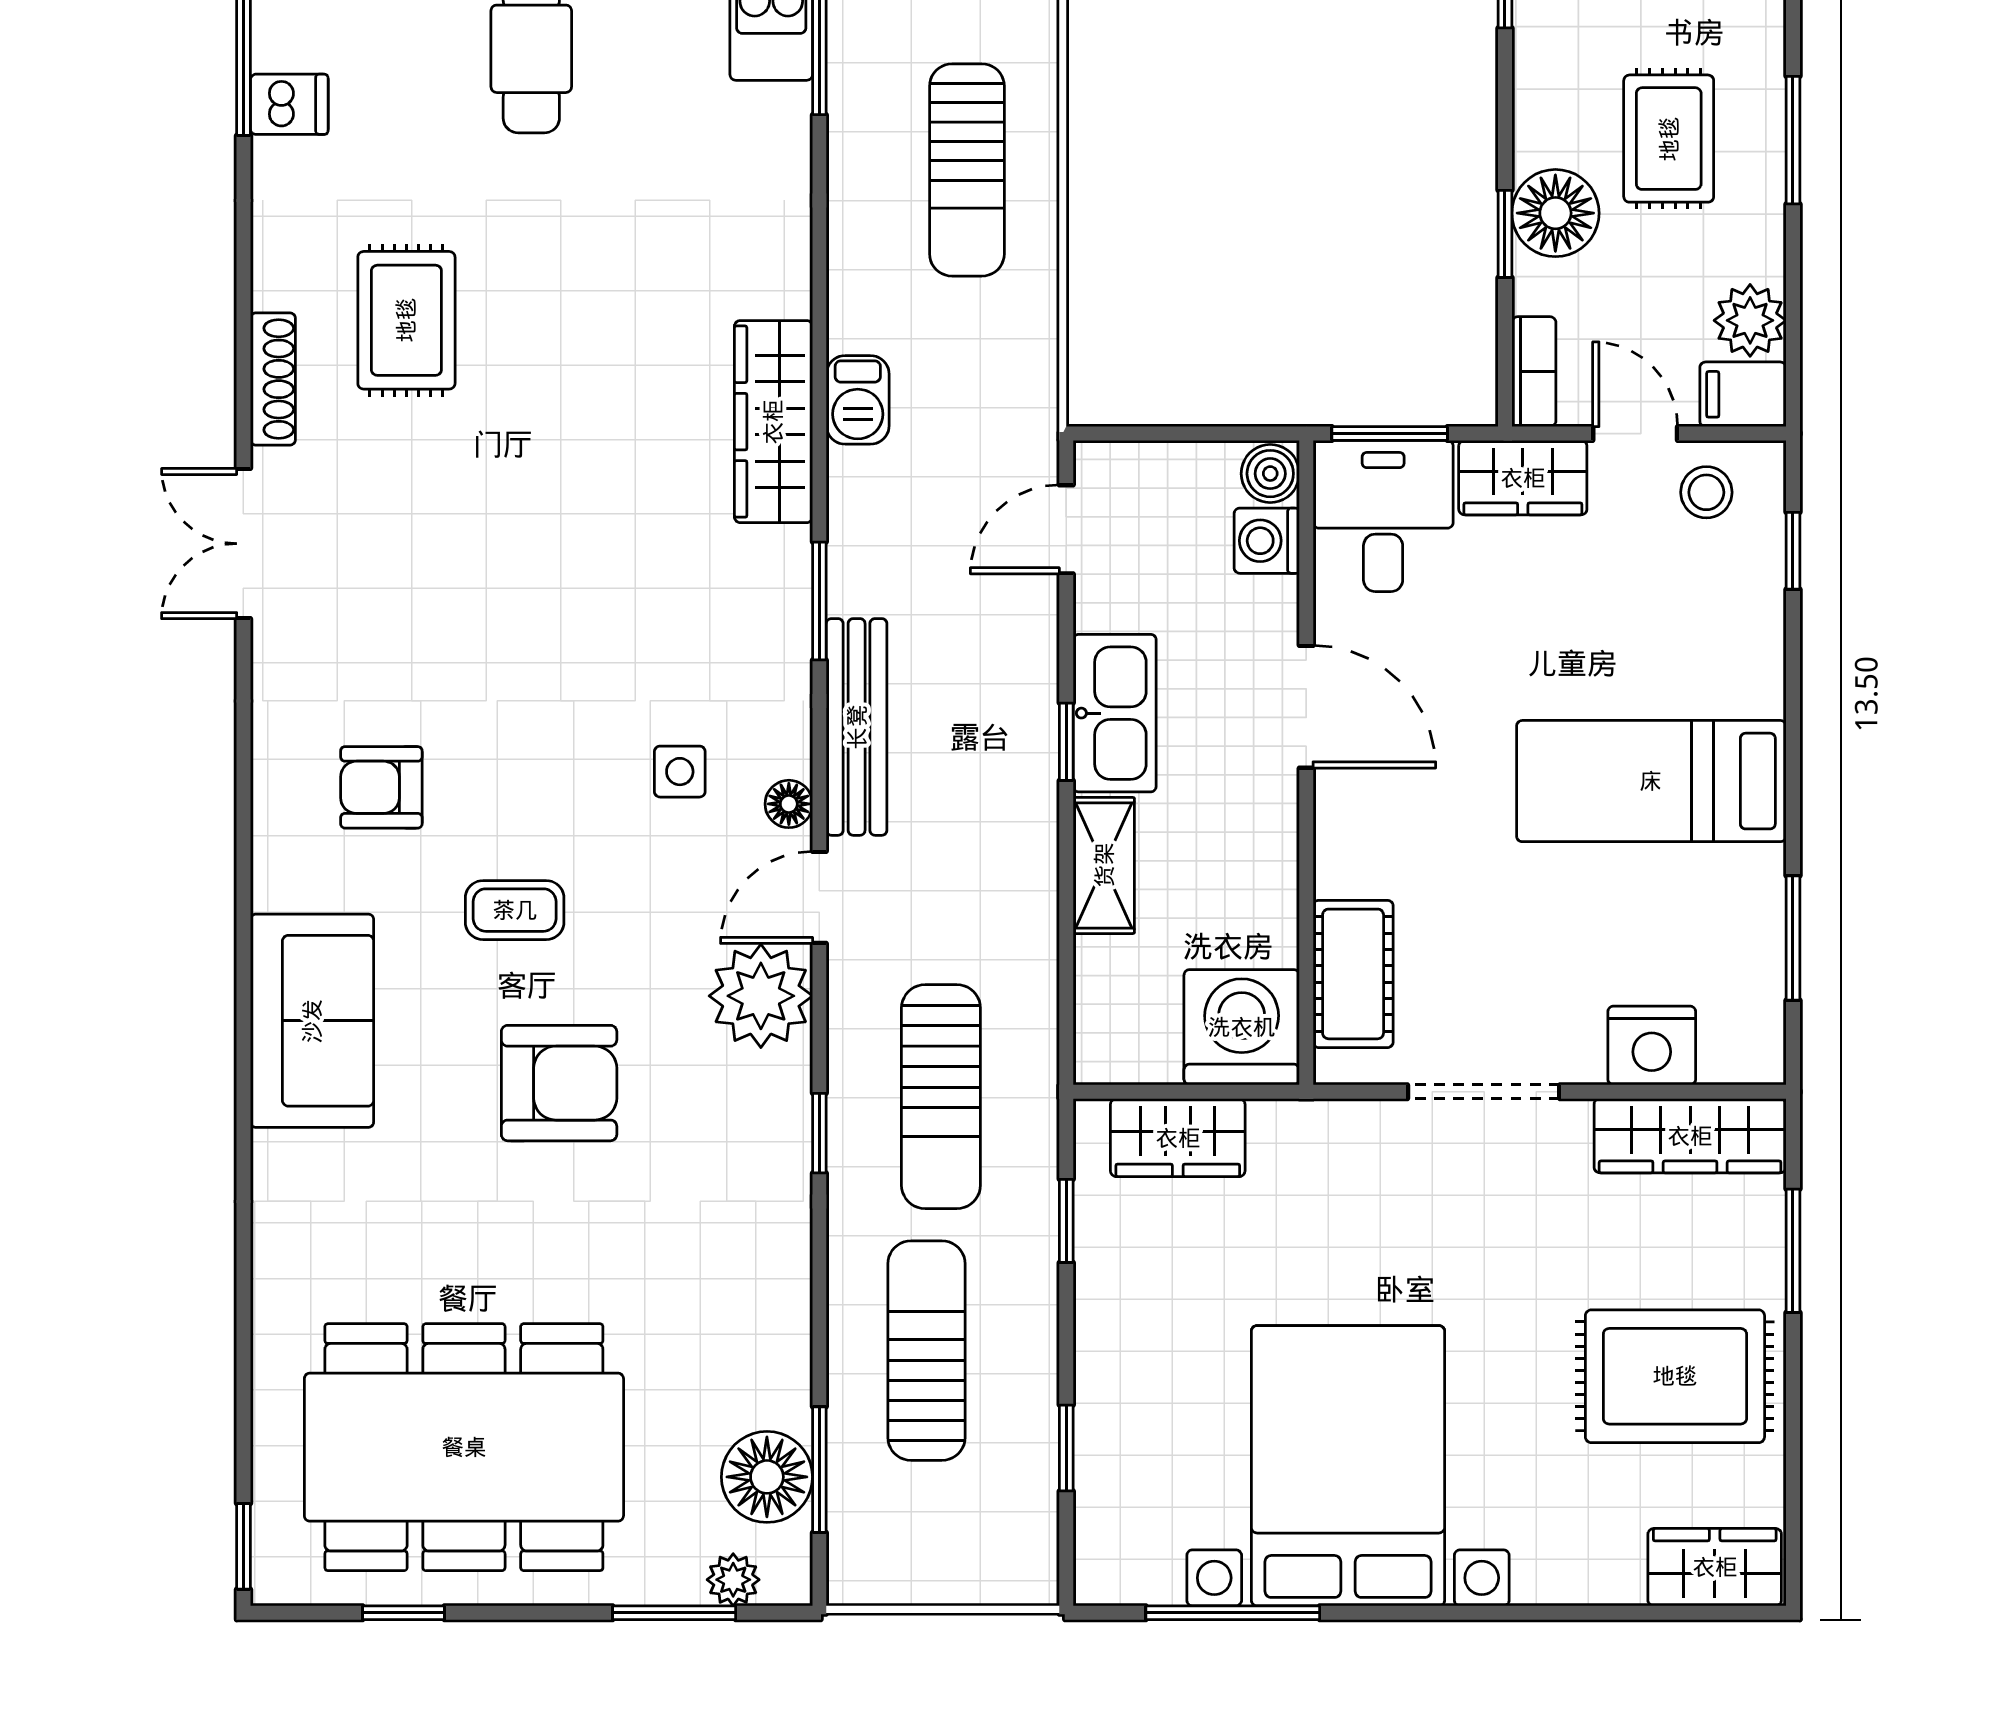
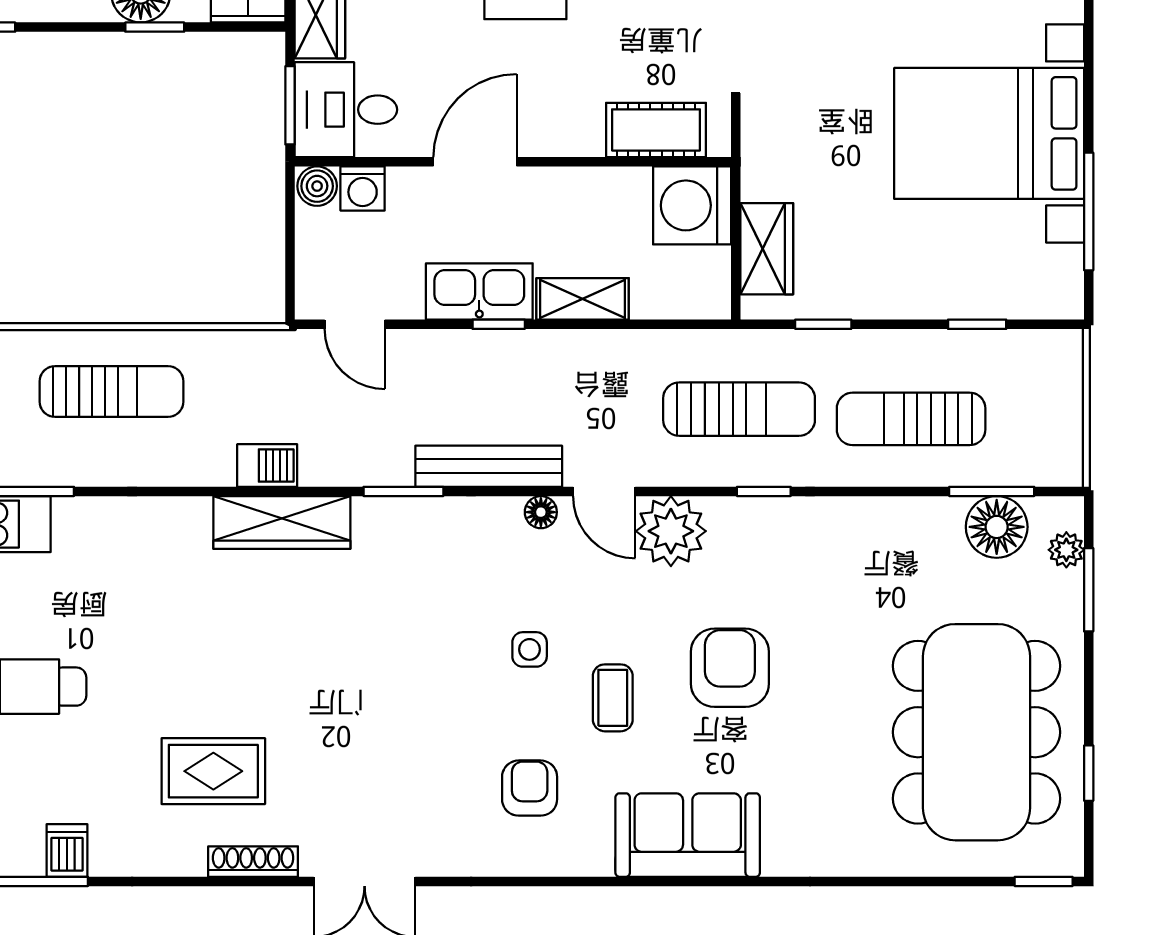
side table: (680, 772) -> (530, 649), moved
armchair: (381, 787) -> (530, 788), turned 180

